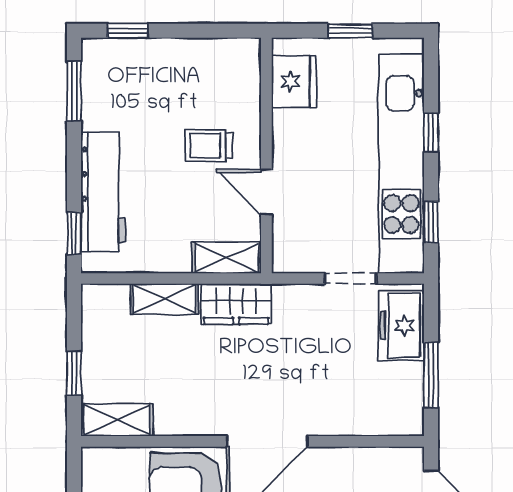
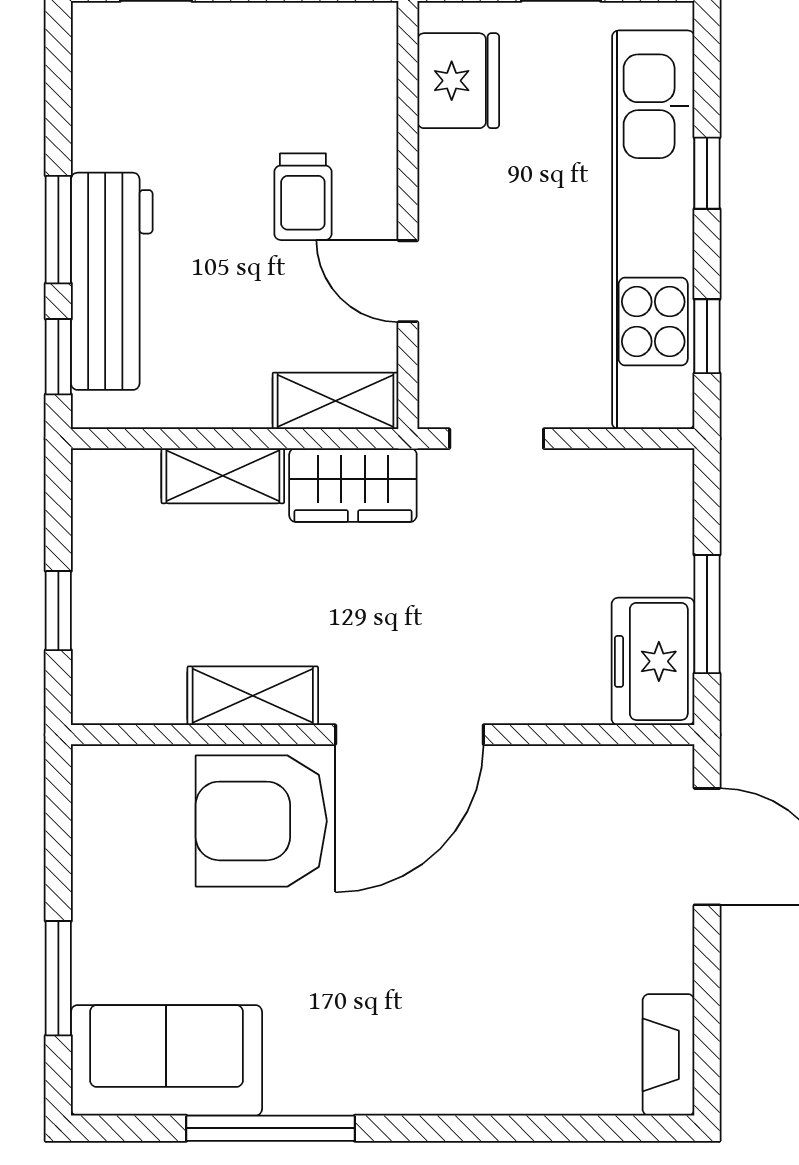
window: (74, 91) -> (58, 230), moved
trolley: (209, 145) -> (303, 197), turned -90
doorway: (351, 278) -> (497, 439), moved
freezer: (401, 325) -> (653, 661), moved
shelving: (117, 420) -> (253, 696), moved

